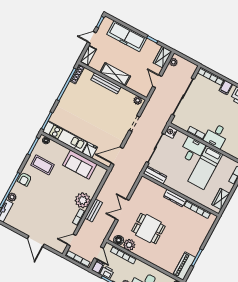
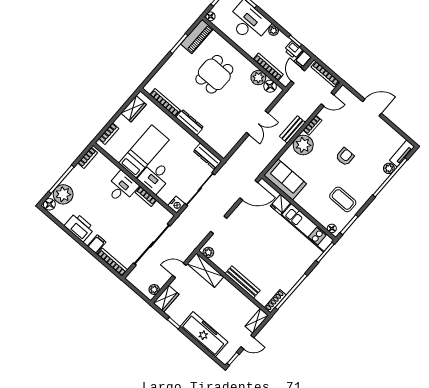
shelving: (115, 74) -> (205, 270), moved
door: (157, 81) -> (179, 270), swing flipped
sofa: (80, 165) -> (285, 179), moved
armchair: (25, 179) -> (345, 157), moved
dining table: (148, 229) -> (214, 74), moved, turned 90
door: (36, 241) -> (372, 107), hinge flipped

